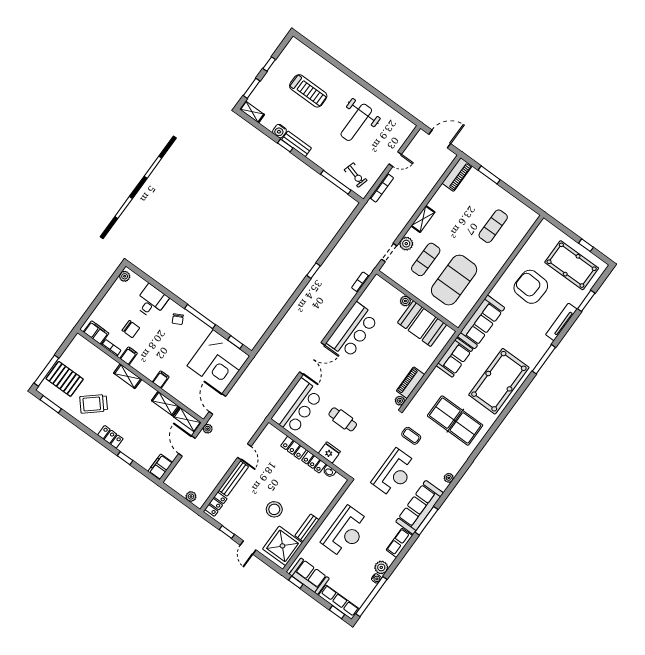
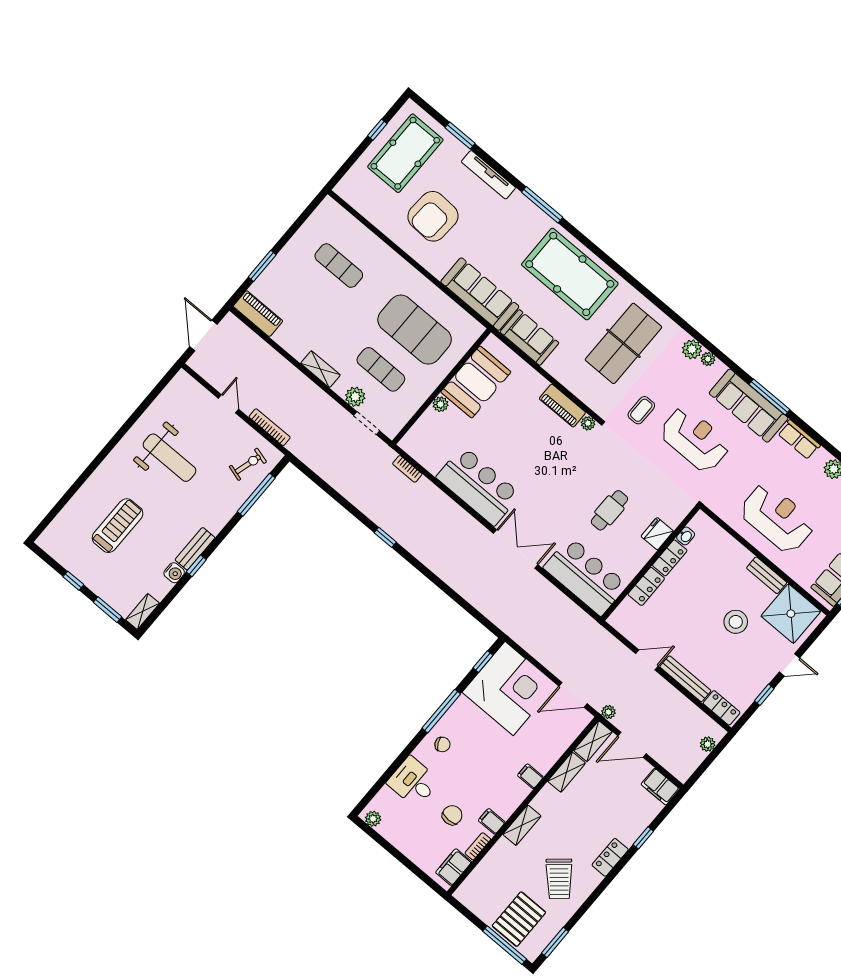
plant: (454, 467) -> (692, 349), added

